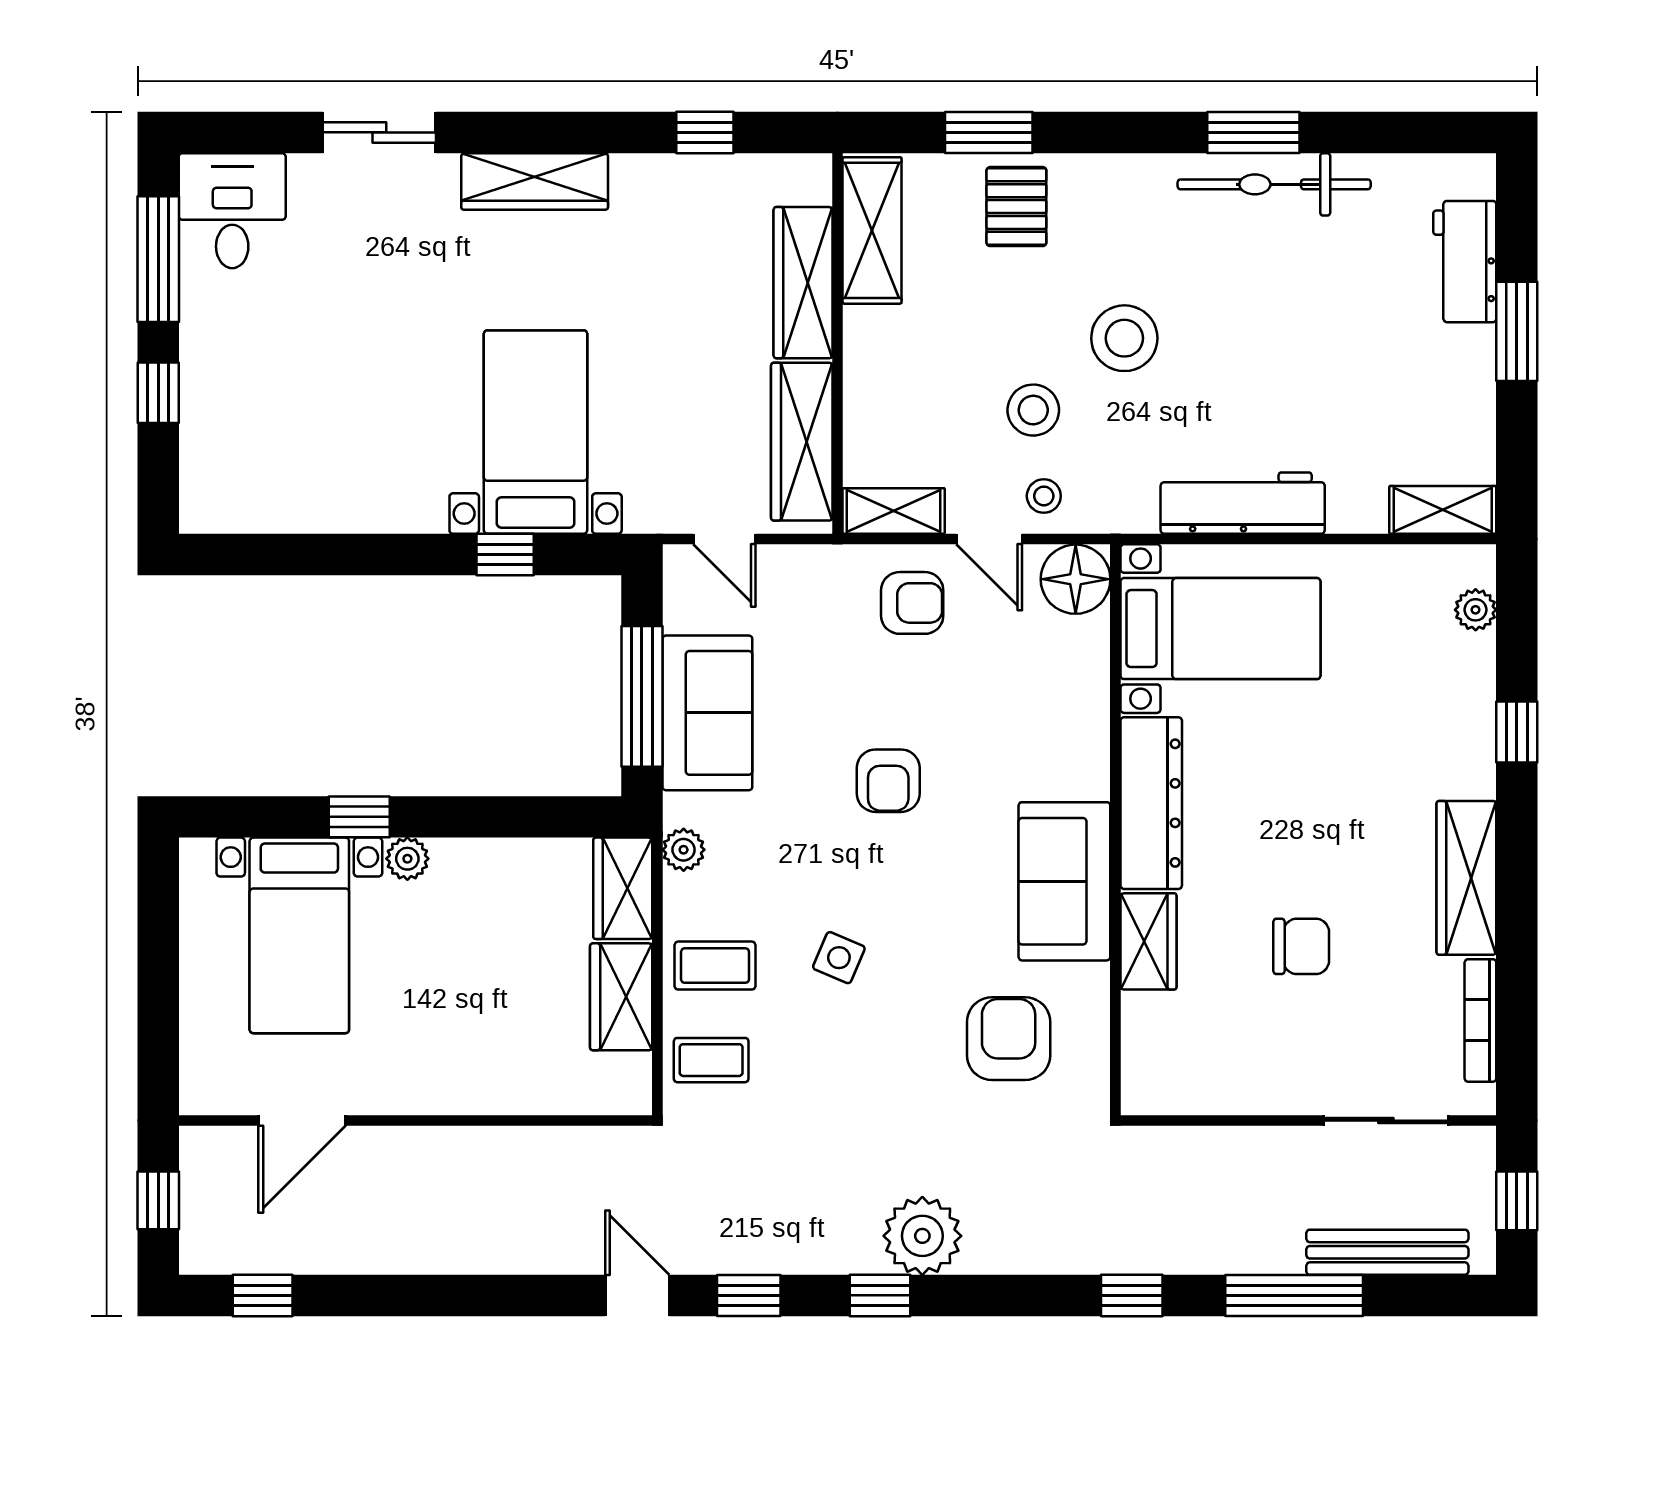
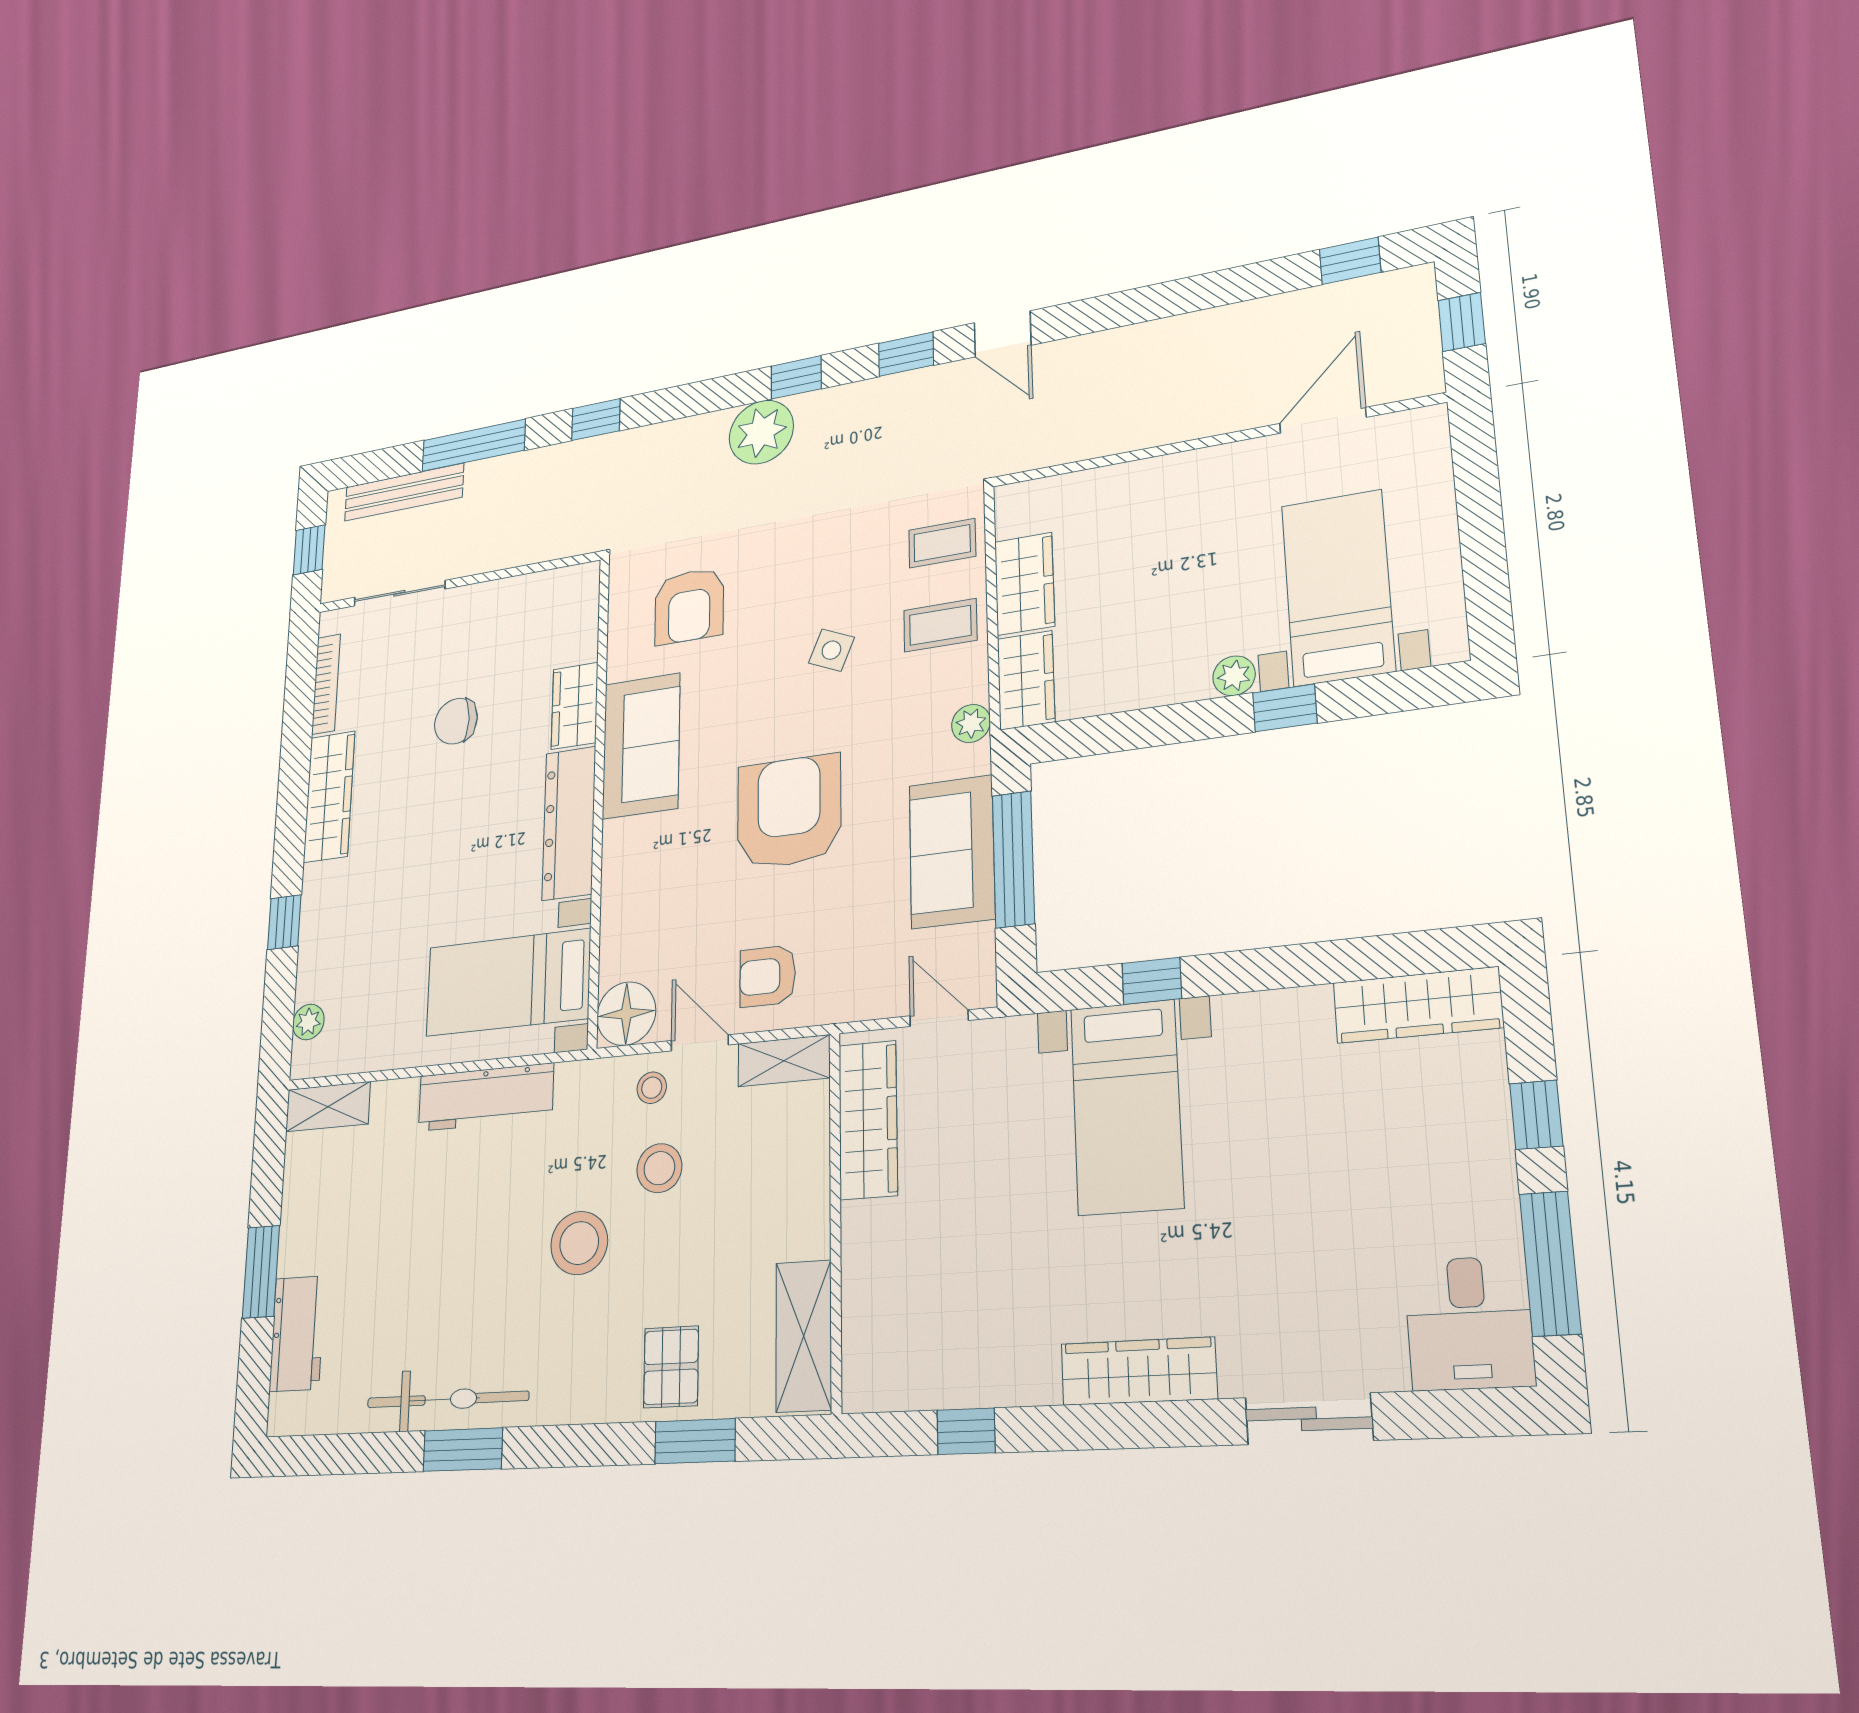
wardrobe: (803, 283) -> (1418, 1005), moved, turned 90
armchair: (888, 781) -> (789, 812), width x1.88, depth x1.88

